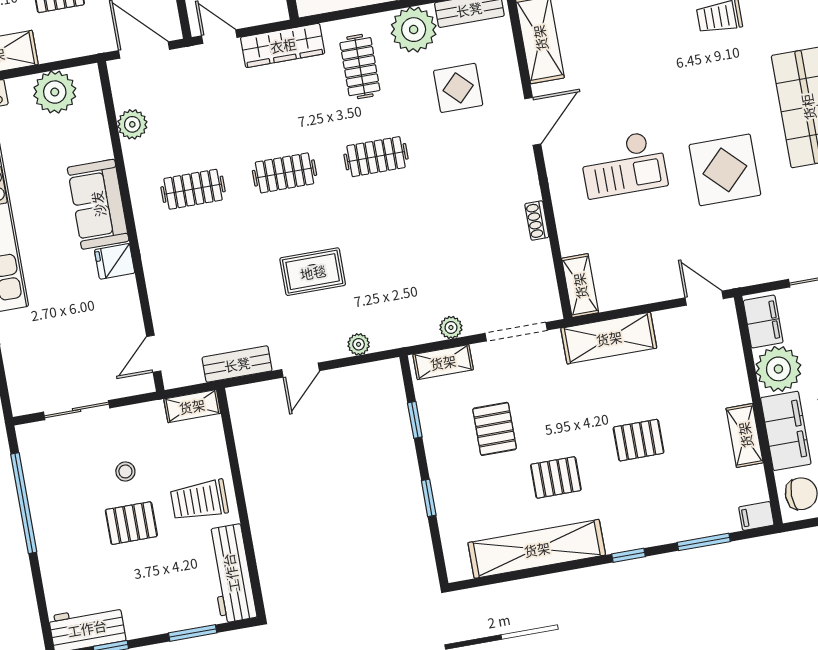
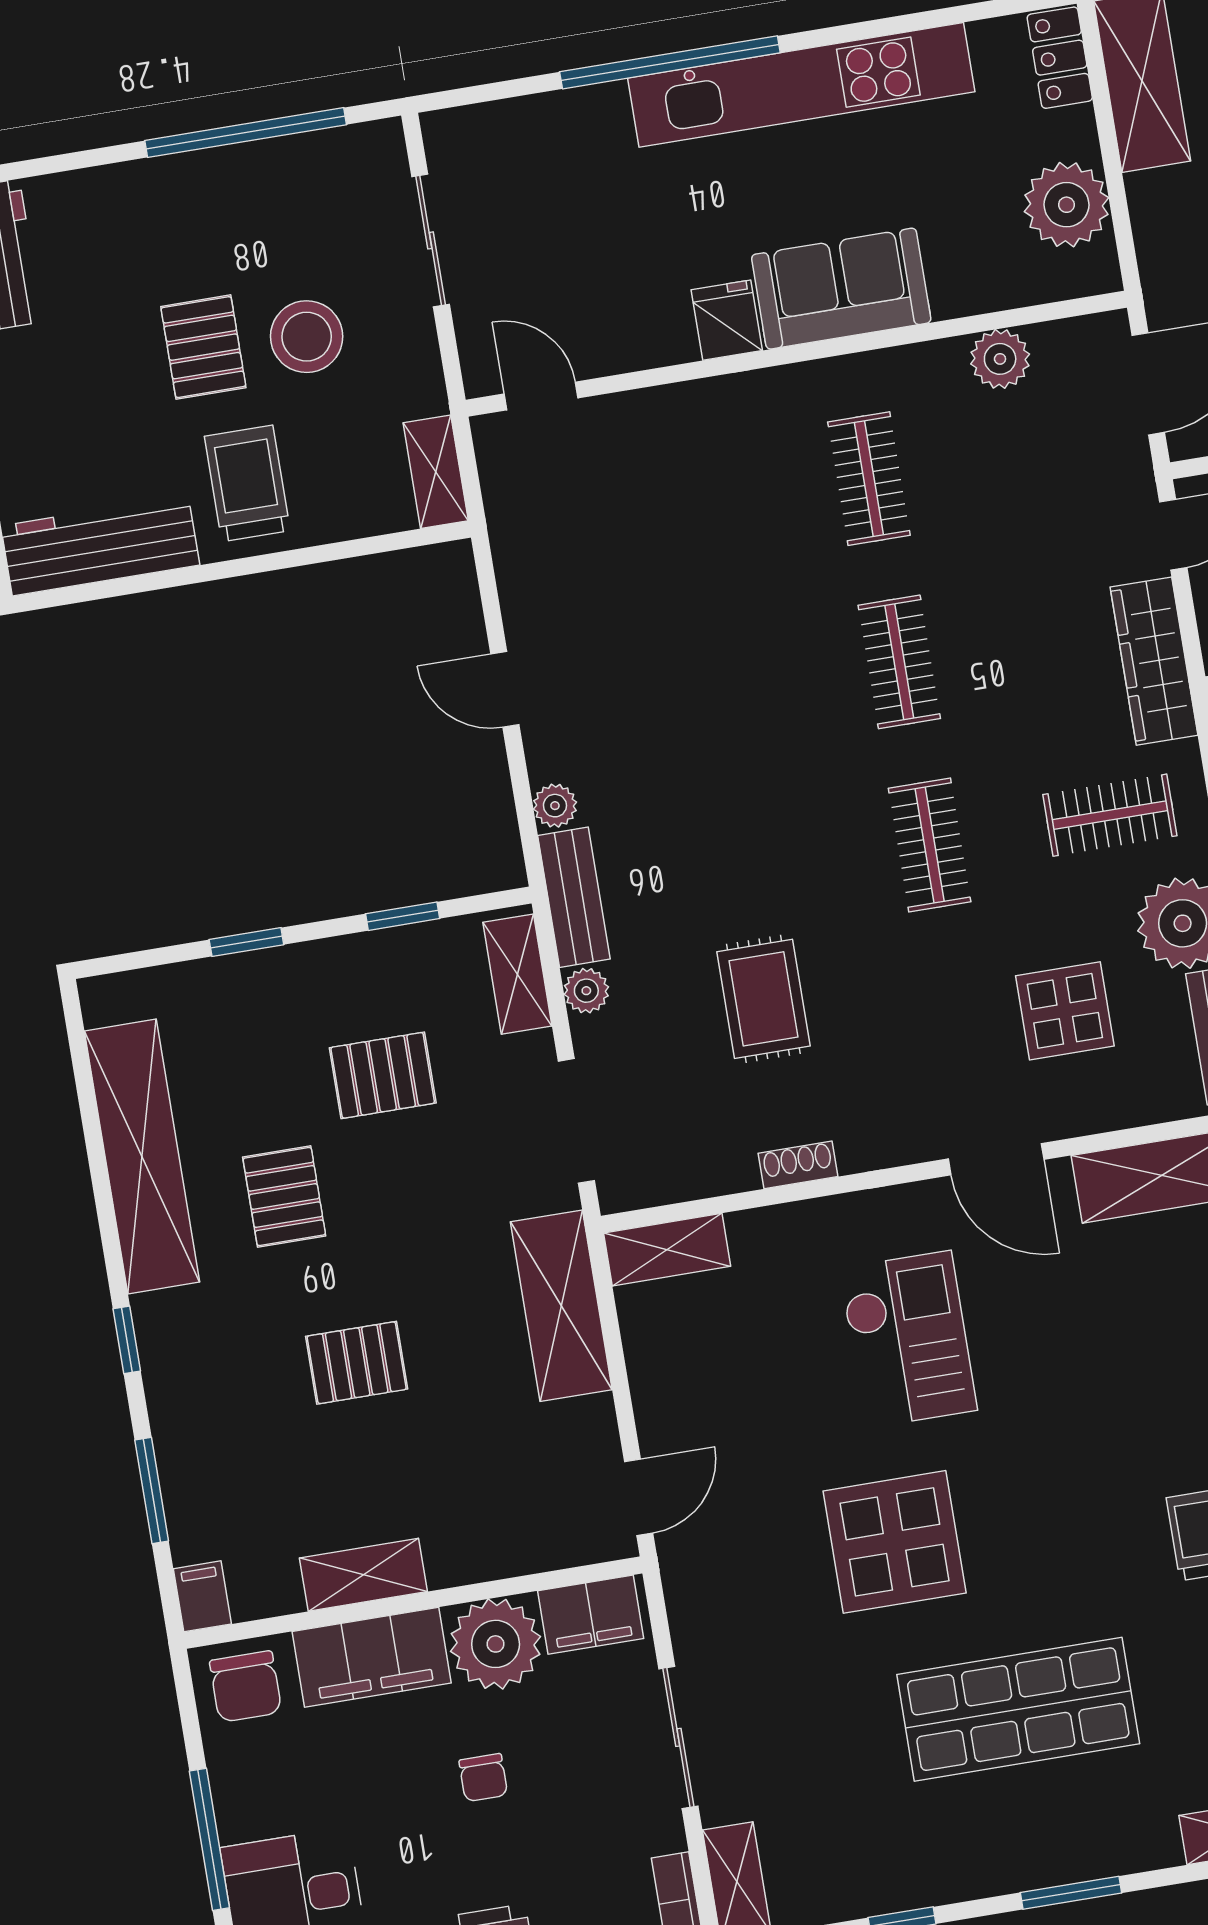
checkout: (624, 164) -> (908, 1339), turned 180
rug: (313, 272) -> (764, 999), moved
bench: (237, 364) -> (574, 897), moved
pallet: (639, 440) -> (357, 1363), turned 90
stool: (125, 471) -> (307, 337), width x1.89, depth x1.89

